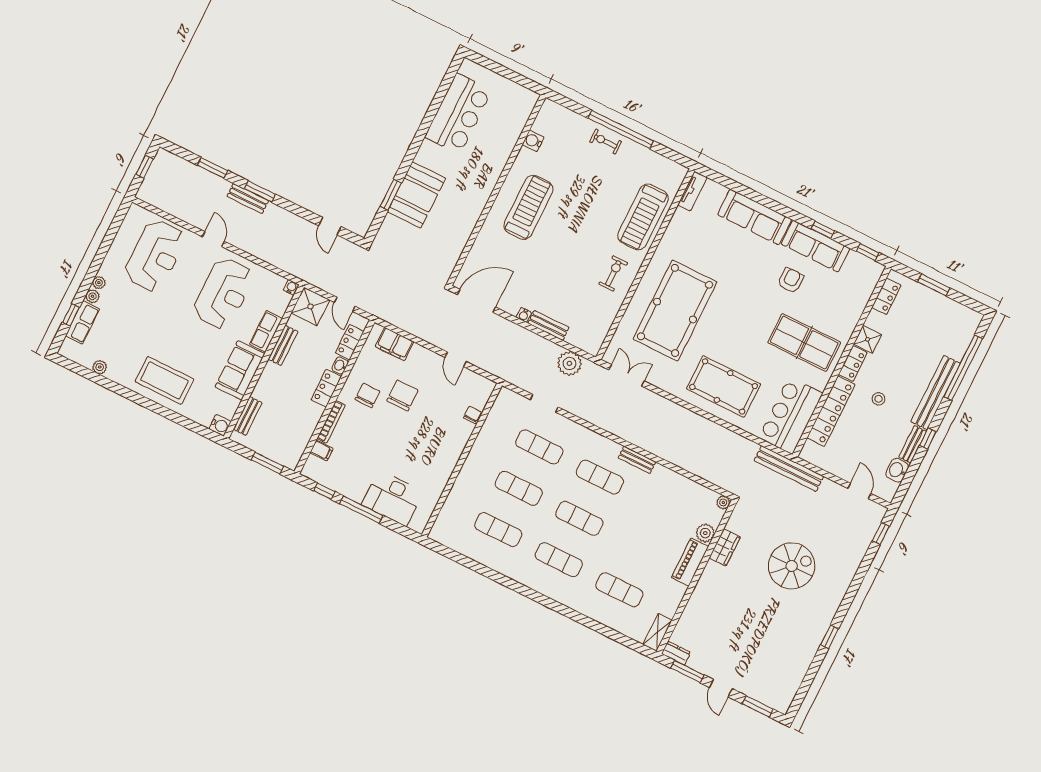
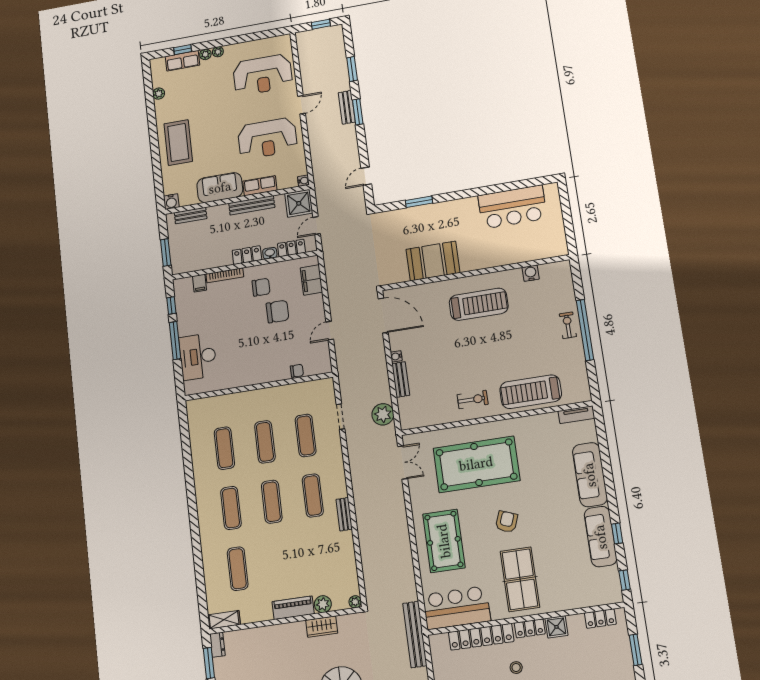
booth: (416, 195) -> (433, 261), moved
armchair: (791, 280) -> (506, 522), moved, turned -69
bench: (283, 345) -> (252, 205), width x1.36

